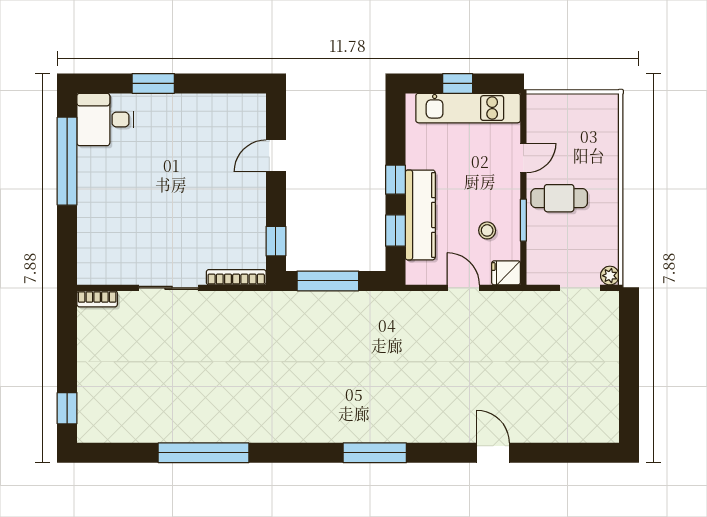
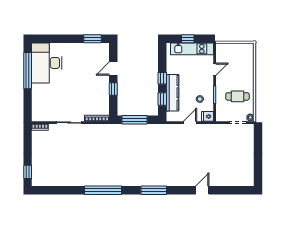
window: (153, 83) -> (93, 39), moved
desk: (105, 119) -> (47, 63), width x1.87, depth x1.30
cafe table: (559, 198) -> (237, 96), moved
window: (276, 241) -> (113, 89), moved
door: (463, 288) -> (190, 123), hinge flipped
window: (203, 453) -> (103, 190), moved
door: (493, 453) -> (202, 190), hinge flipped

